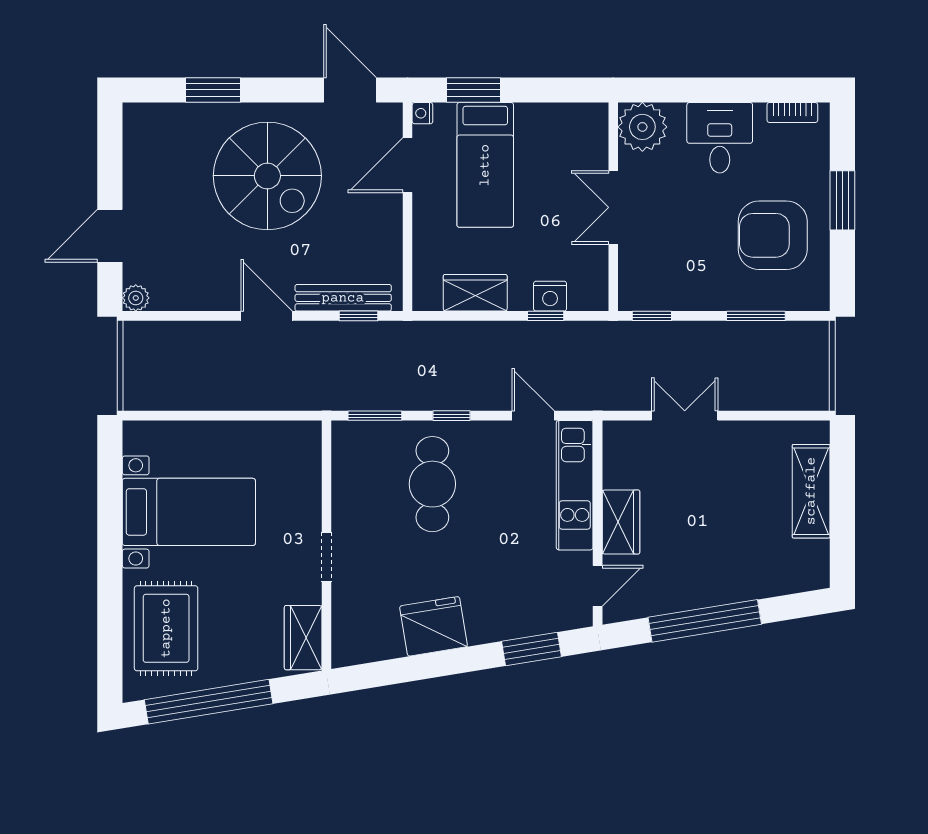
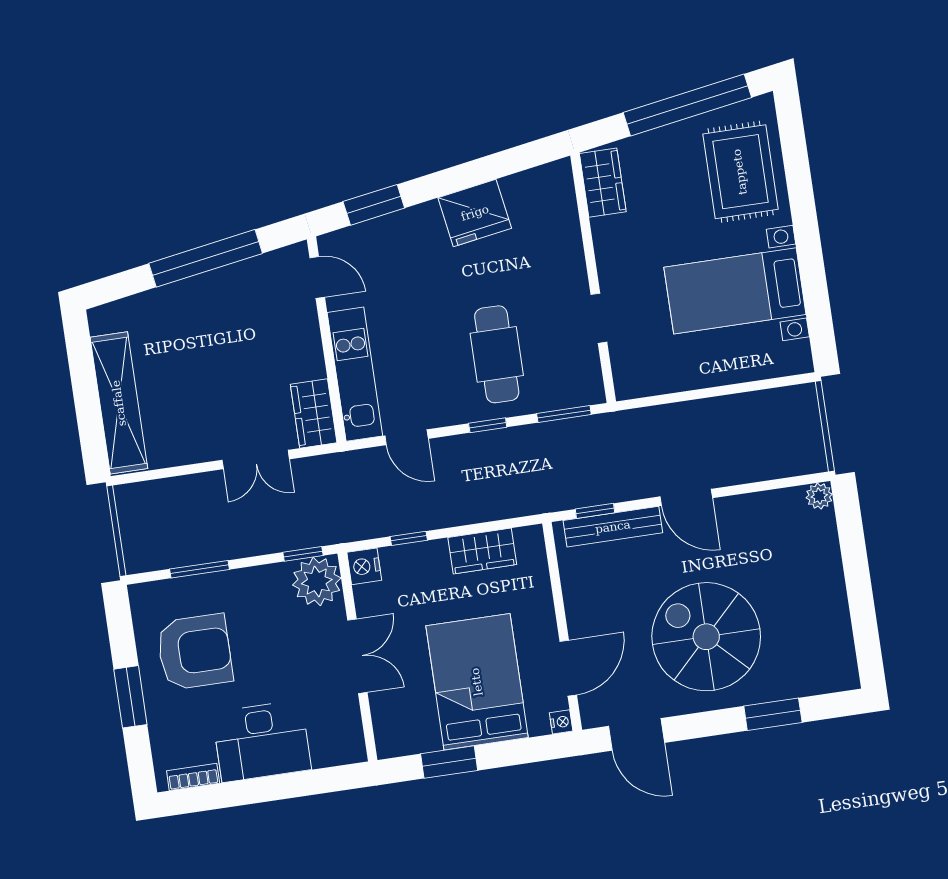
window: (474, 90) -> (449, 762), moved
plant: (642, 127) -> (317, 582), moved
desk: (720, 138) -> (262, 741), width x1.37
bed: (485, 165) -> (477, 682), width x1.50
door: (110, 236) -> (854, 554), removed
nightstand: (550, 296) -> (364, 566), moved, turned -90
shelving: (811, 491) -> (119, 403), width x1.47
wardrobe: (621, 522) -> (314, 414), moved
doorway: (327, 557) -> (599, 318), moved
door: (598, 586) -> (317, 277), swing flipped

